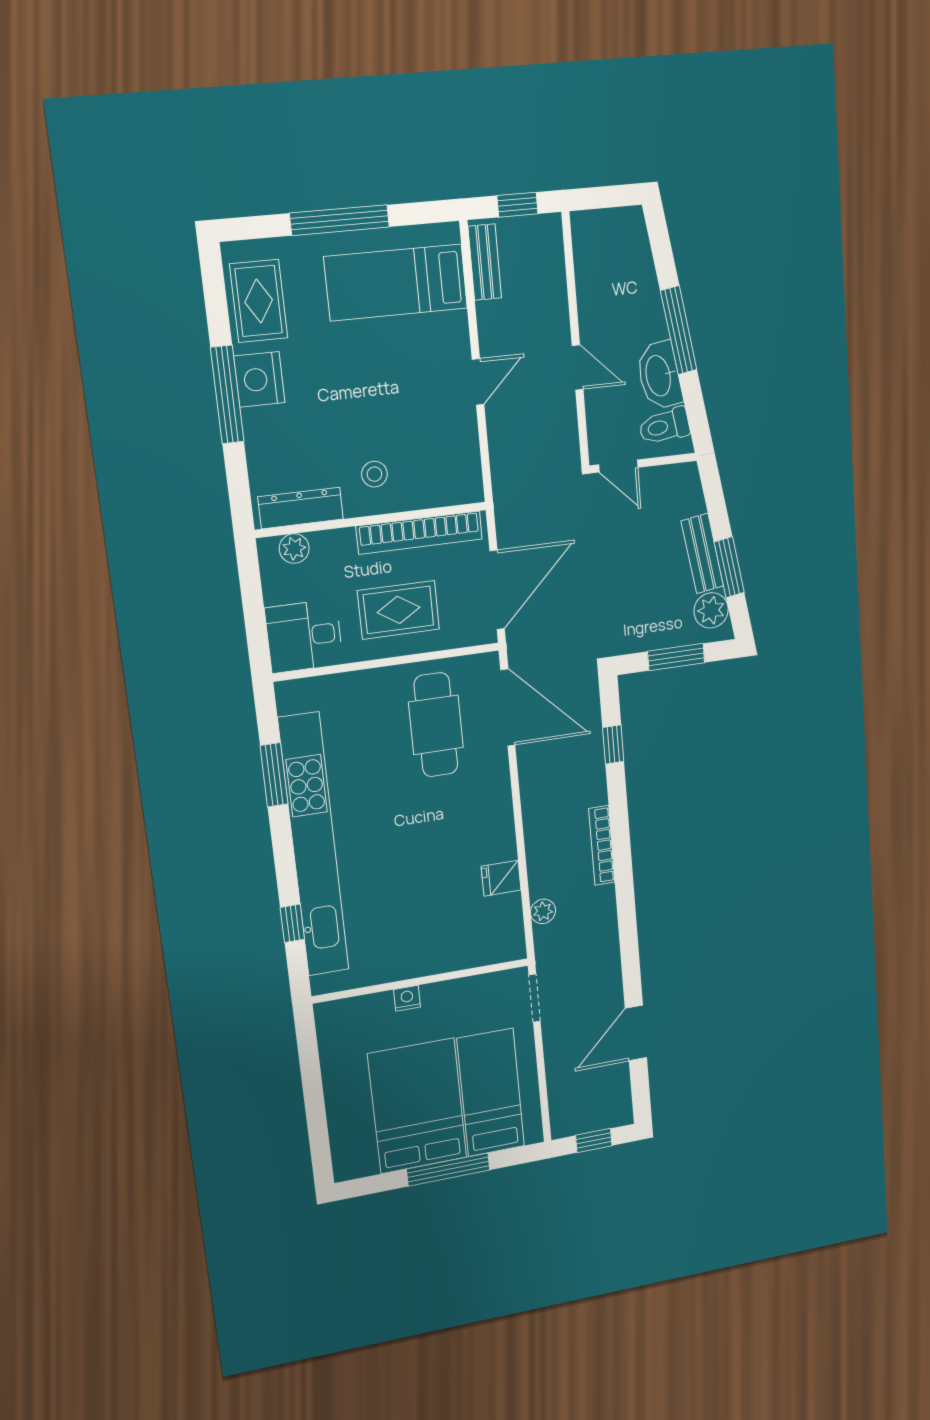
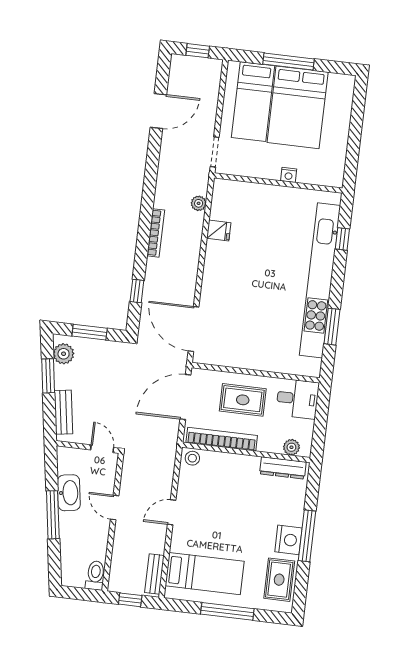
toilet: (664, 426) -> (95, 575), moved, turned -81
stool: (374, 474) -> (192, 458), moved
bench: (702, 553) -> (63, 412), moved
cafe table: (436, 725) -> (236, 330), removed

